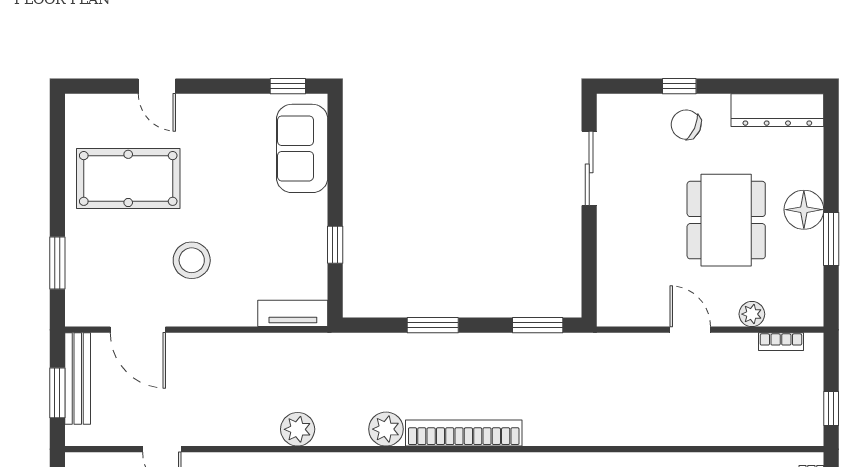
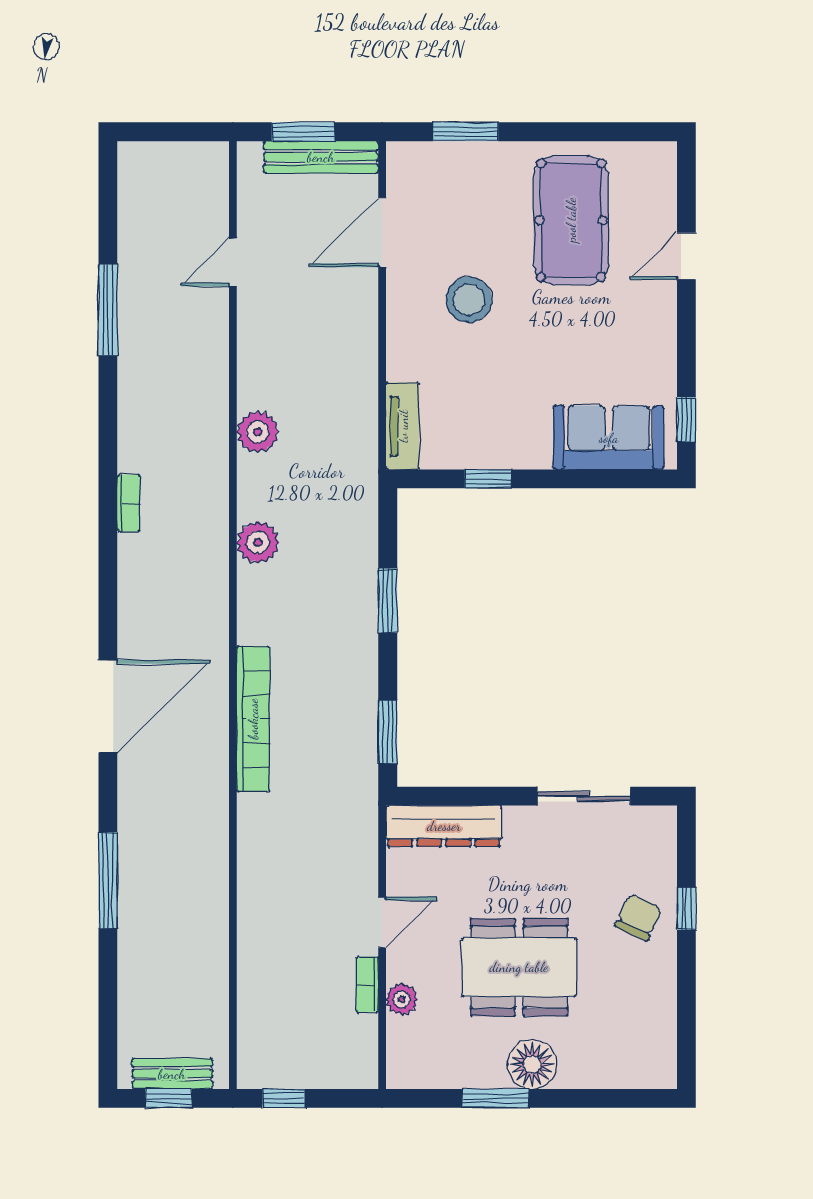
dresser: (777, 110) -> (444, 826), moved, turned -90
bookcase: (781, 342) -> (367, 984), moved
bookcase: (464, 433) -> (253, 719), moved

